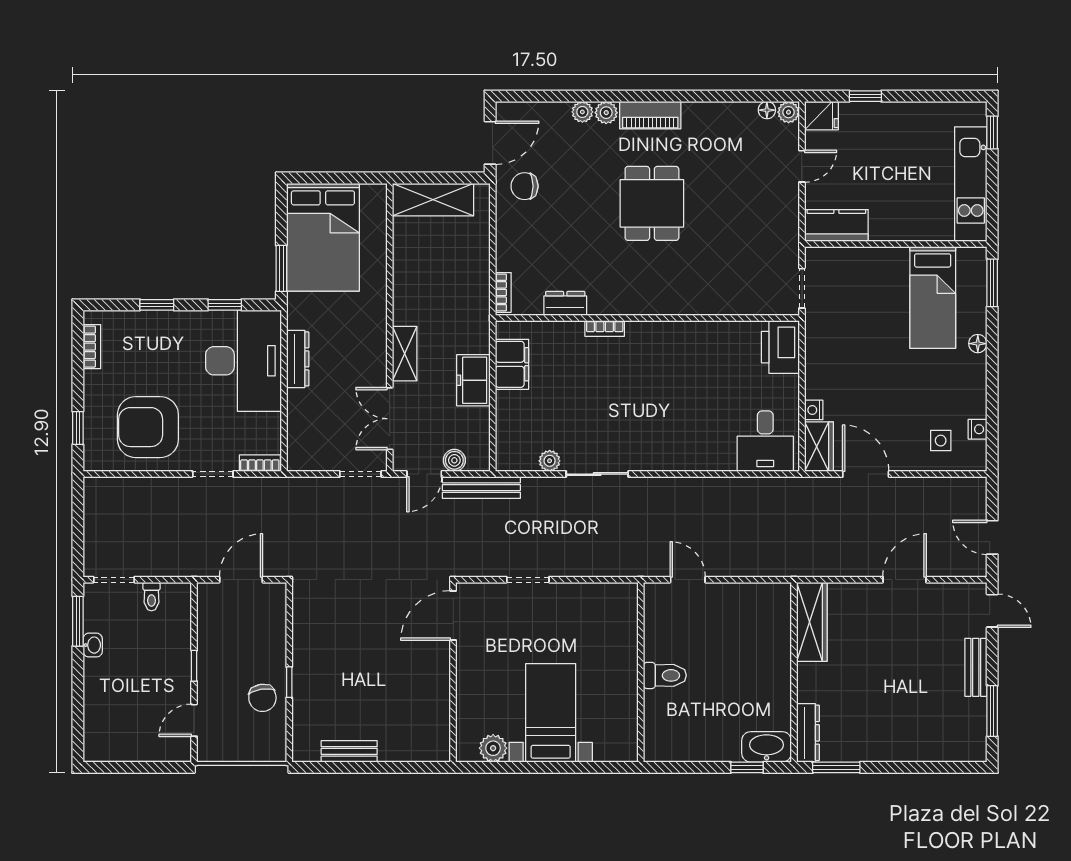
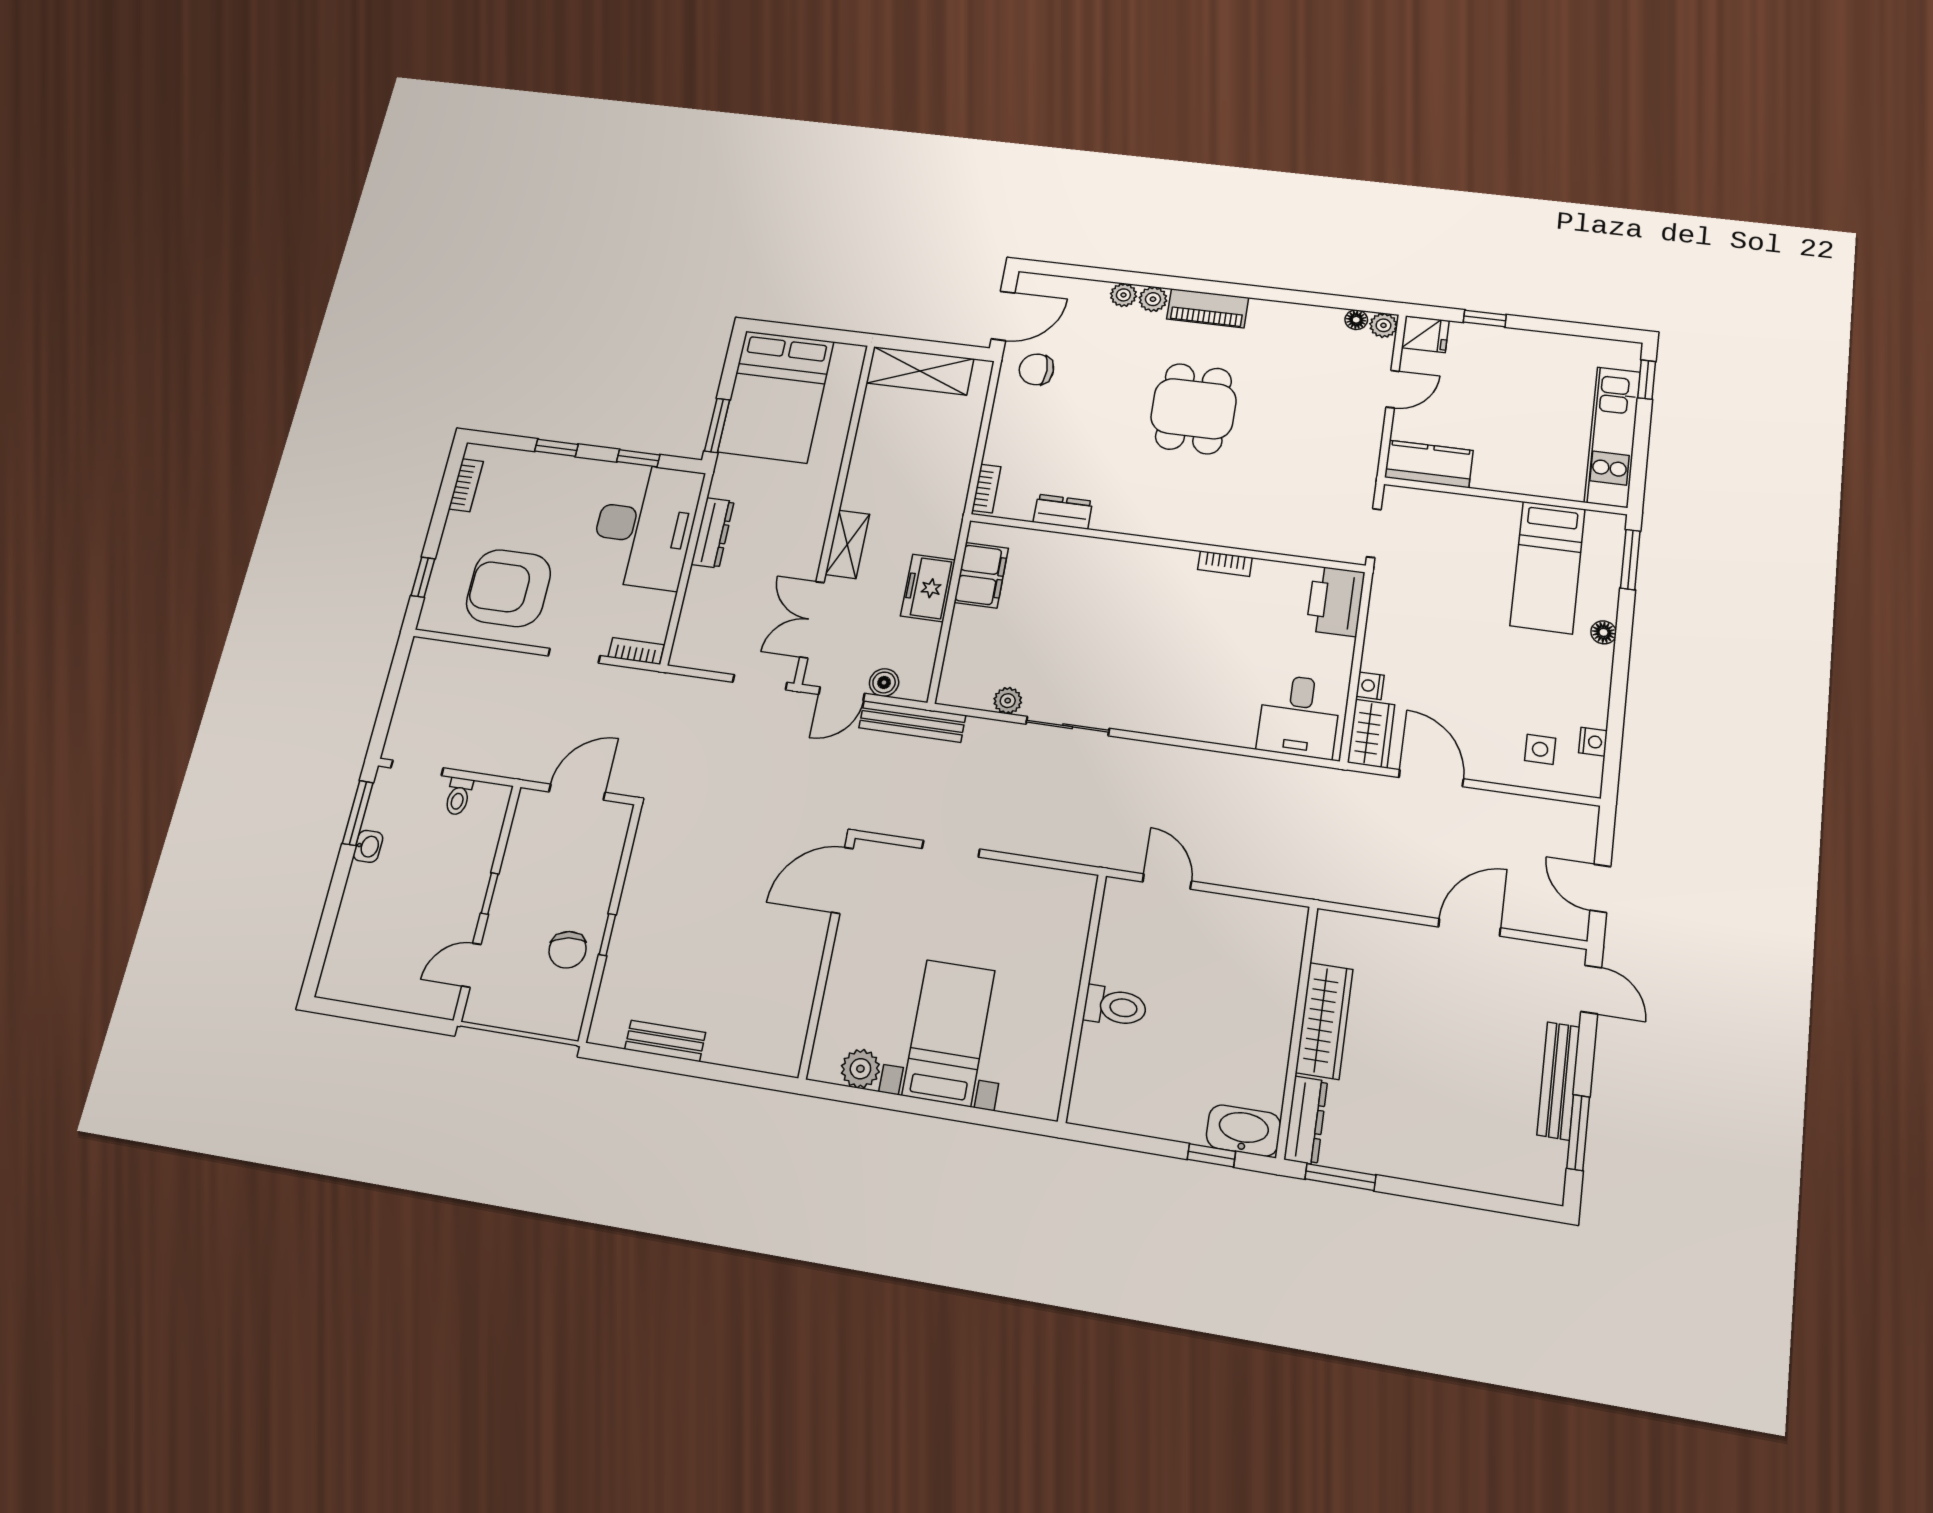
bookcase: (605, 329) -> (1225, 564), moved
wardrobe: (812, 622) -> (1324, 1021), moved
bench: (976, 667) -> (1559, 1081), width x1.36

